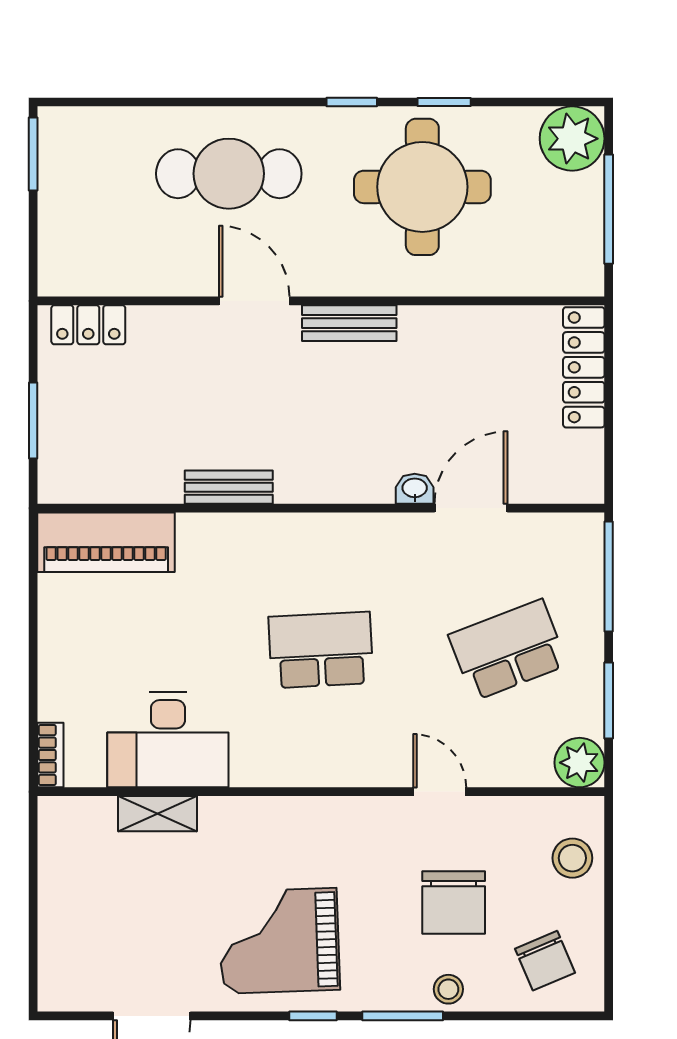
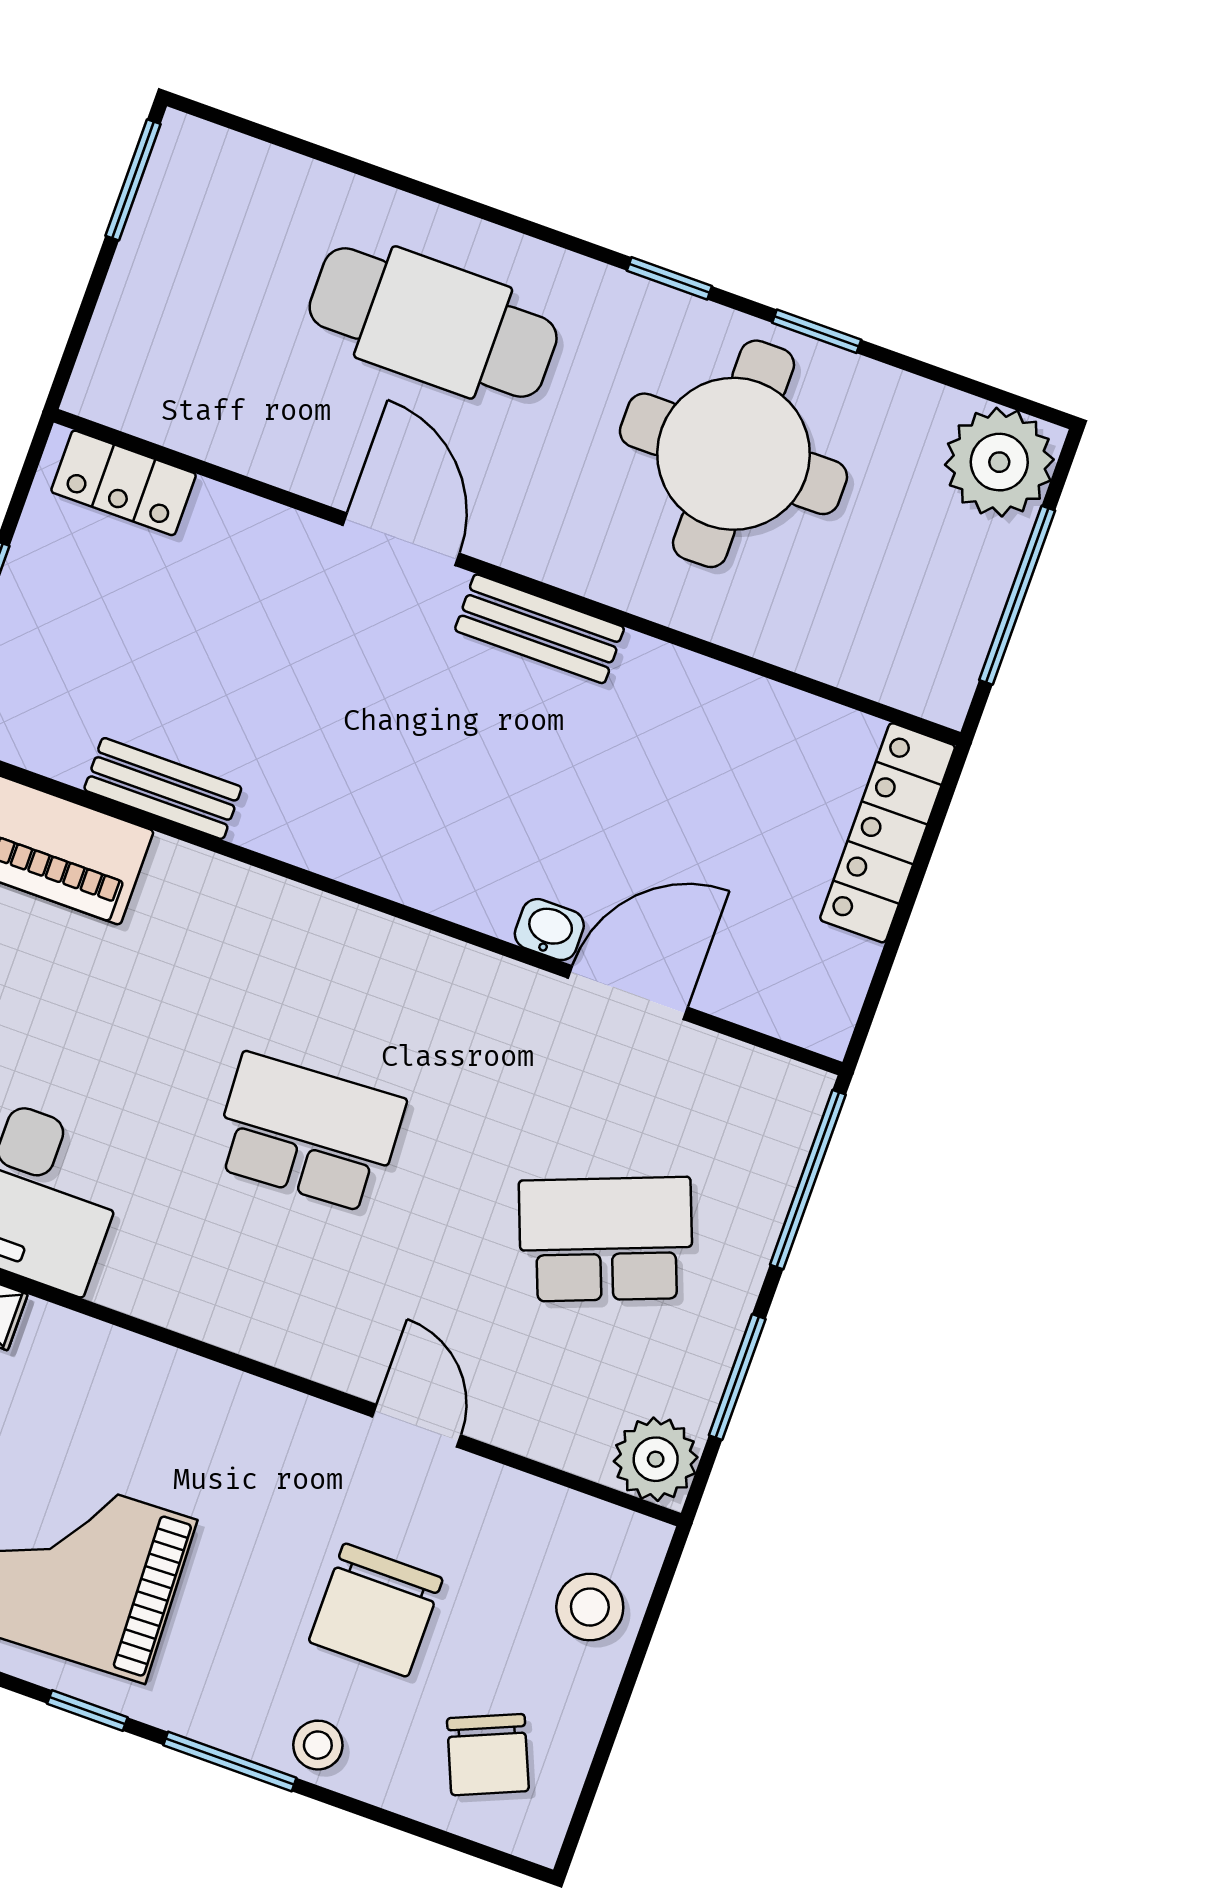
bench: (229, 487) -> (163, 788), moved

